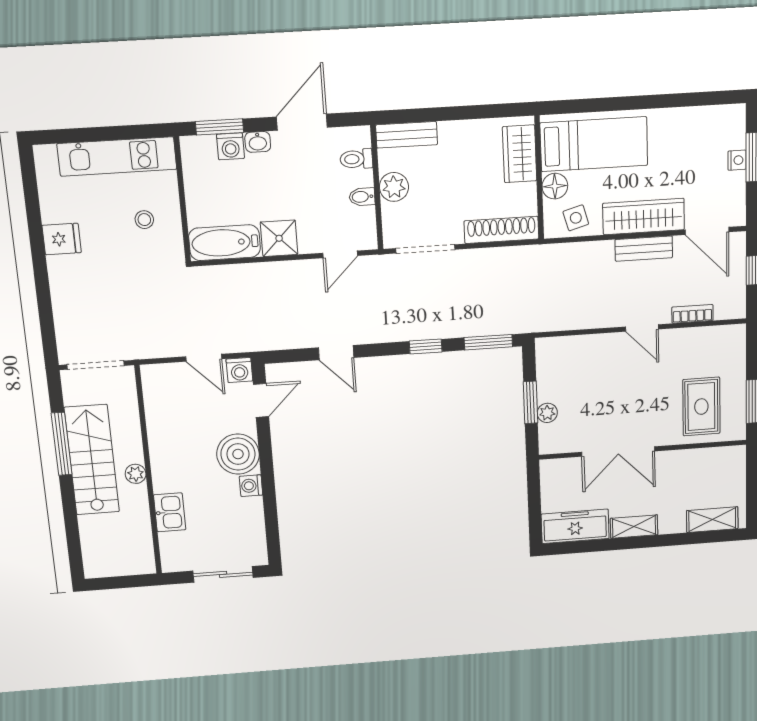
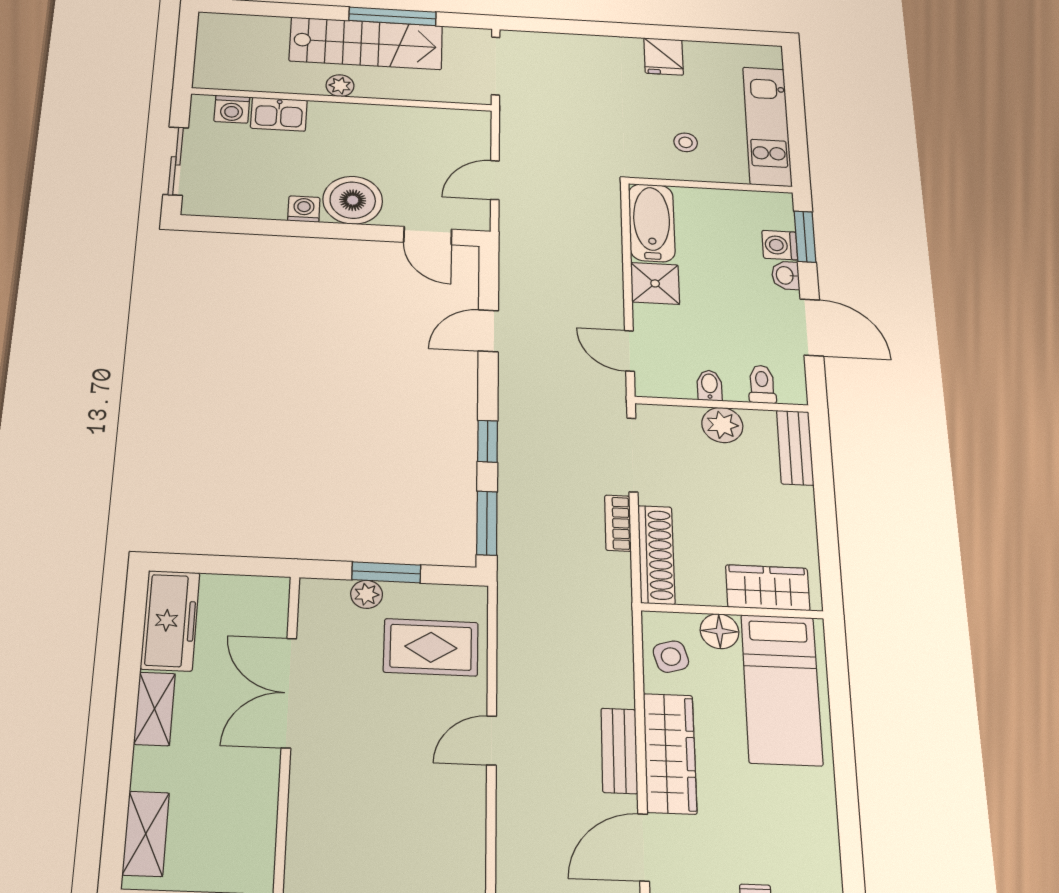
bookcase: (692, 314) -> (618, 523), moved, turned 180
washing machine: (239, 370) -> (232, 109), moved, turned -90
rug: (701, 407) -> (431, 647), moved

